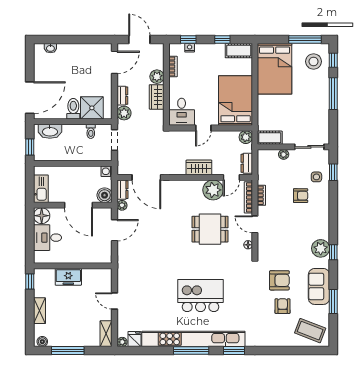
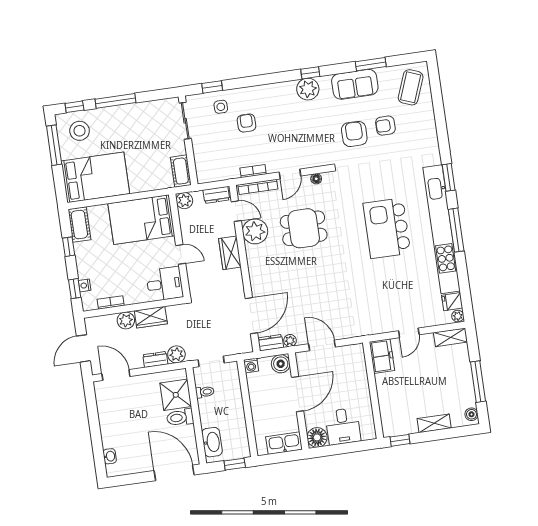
plant: (284, 154) -> (199, 151), removed
dining table: (210, 229) -> (304, 228), turned 90
freezer: (68, 277) -> (382, 356), moved

